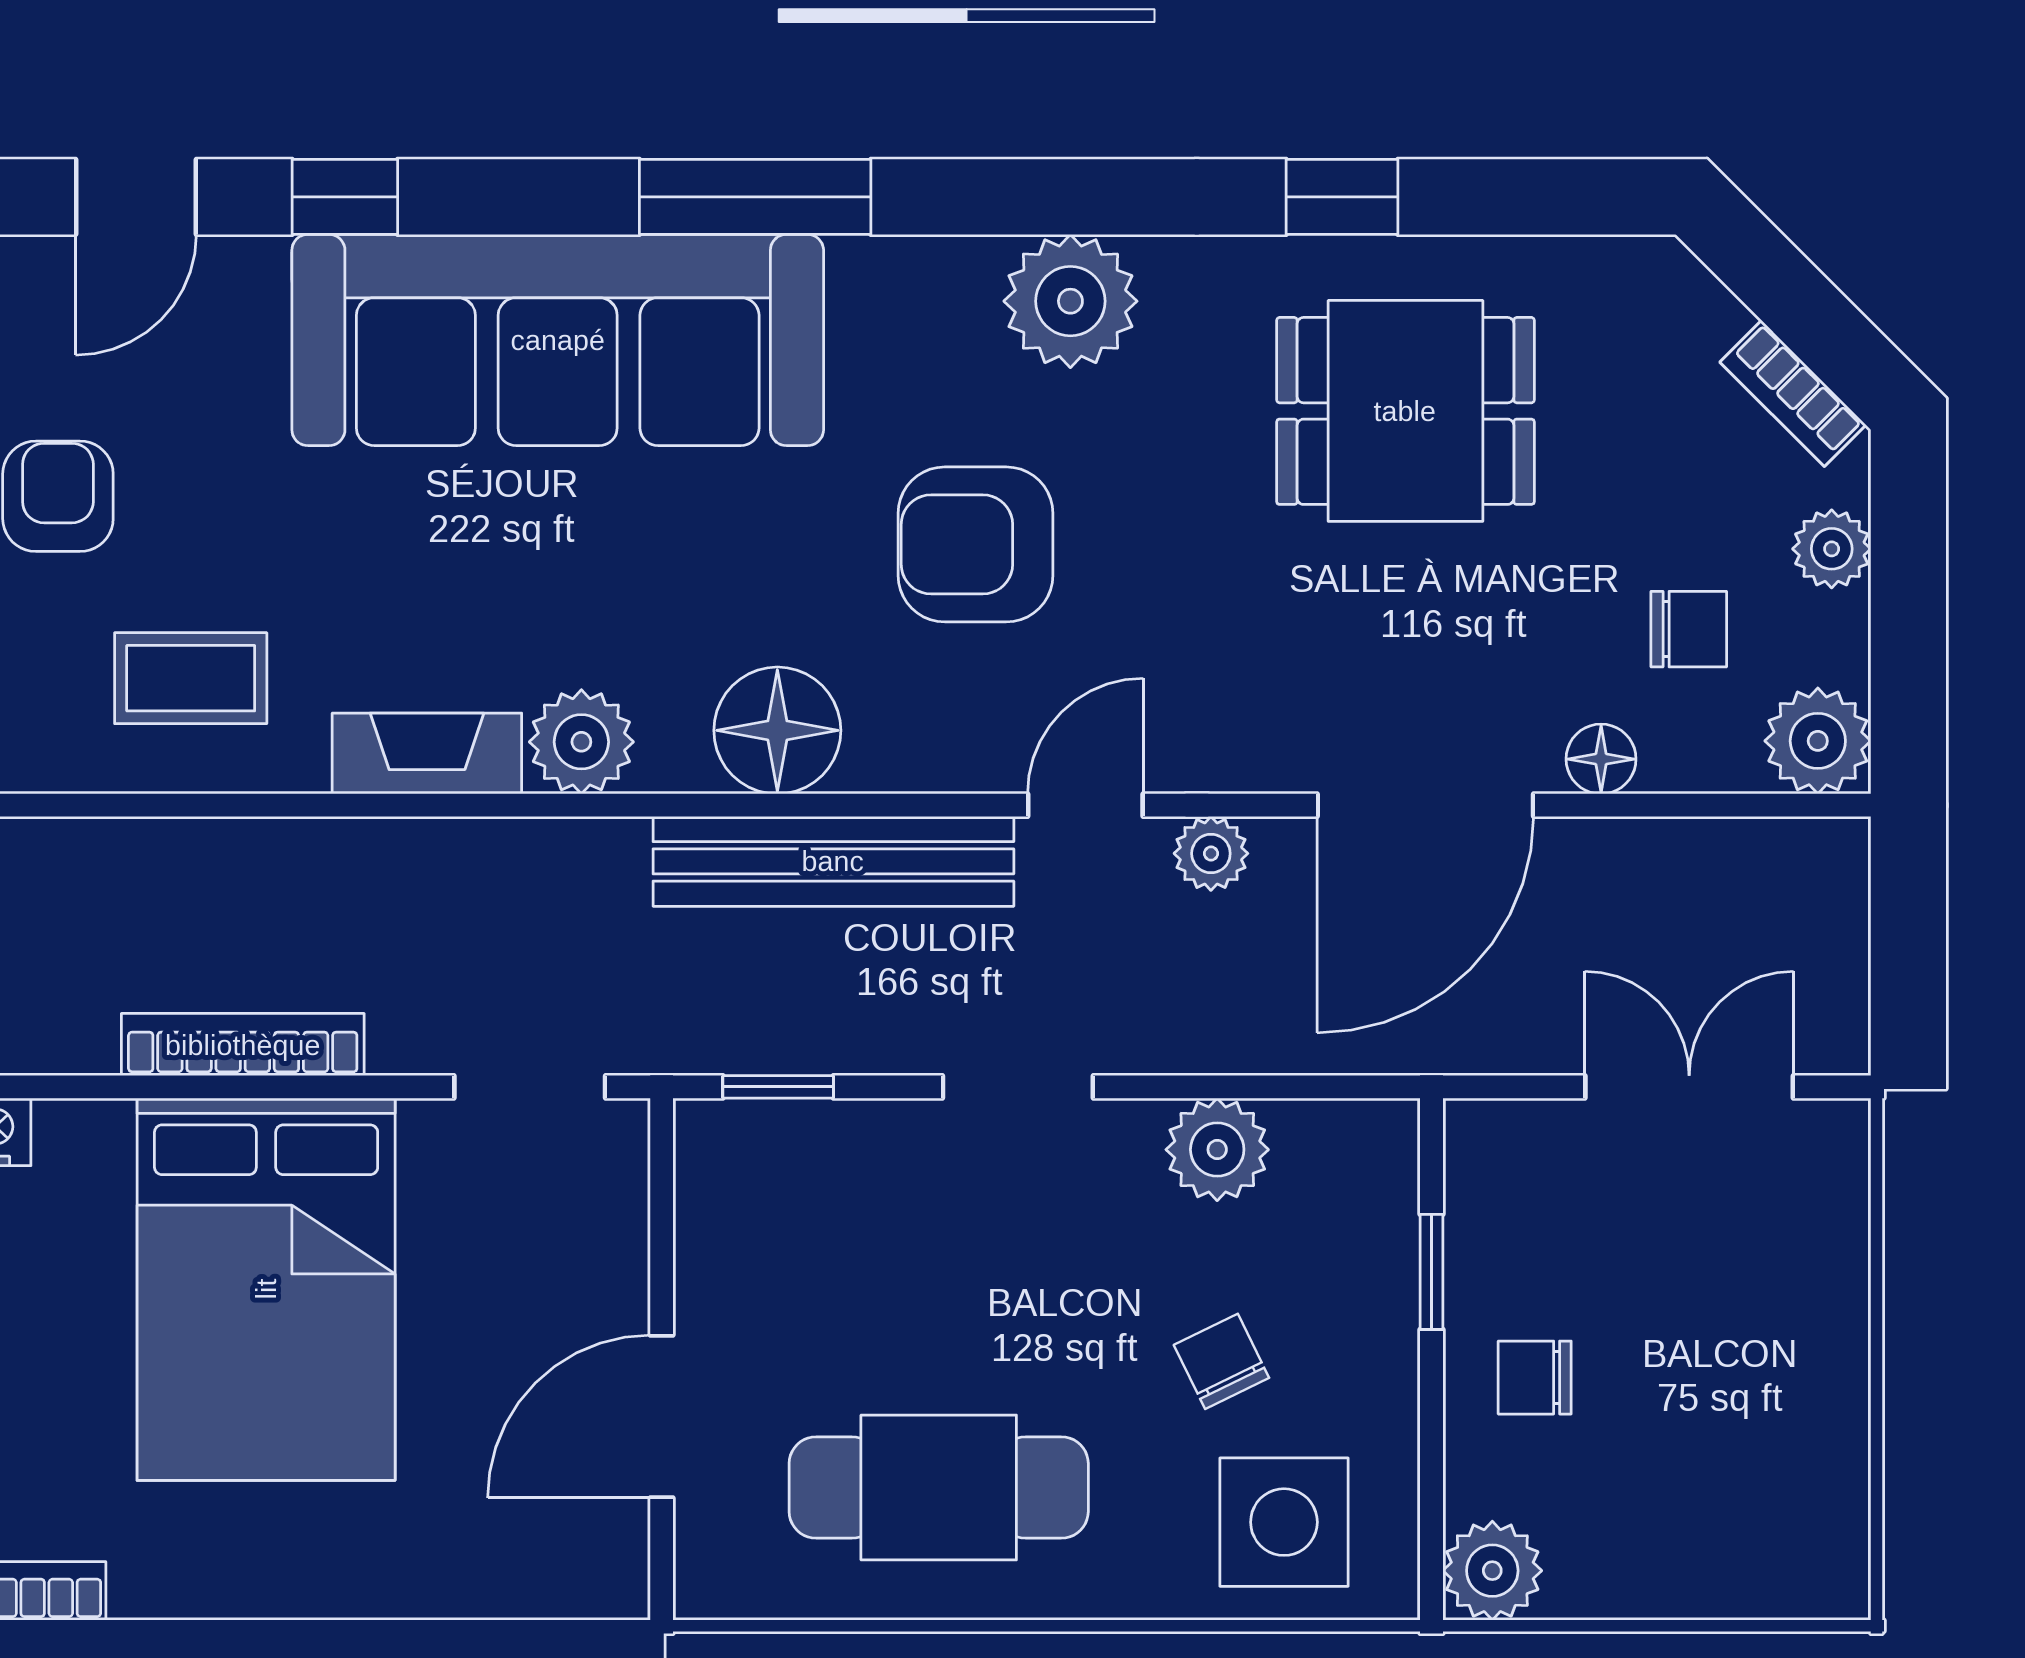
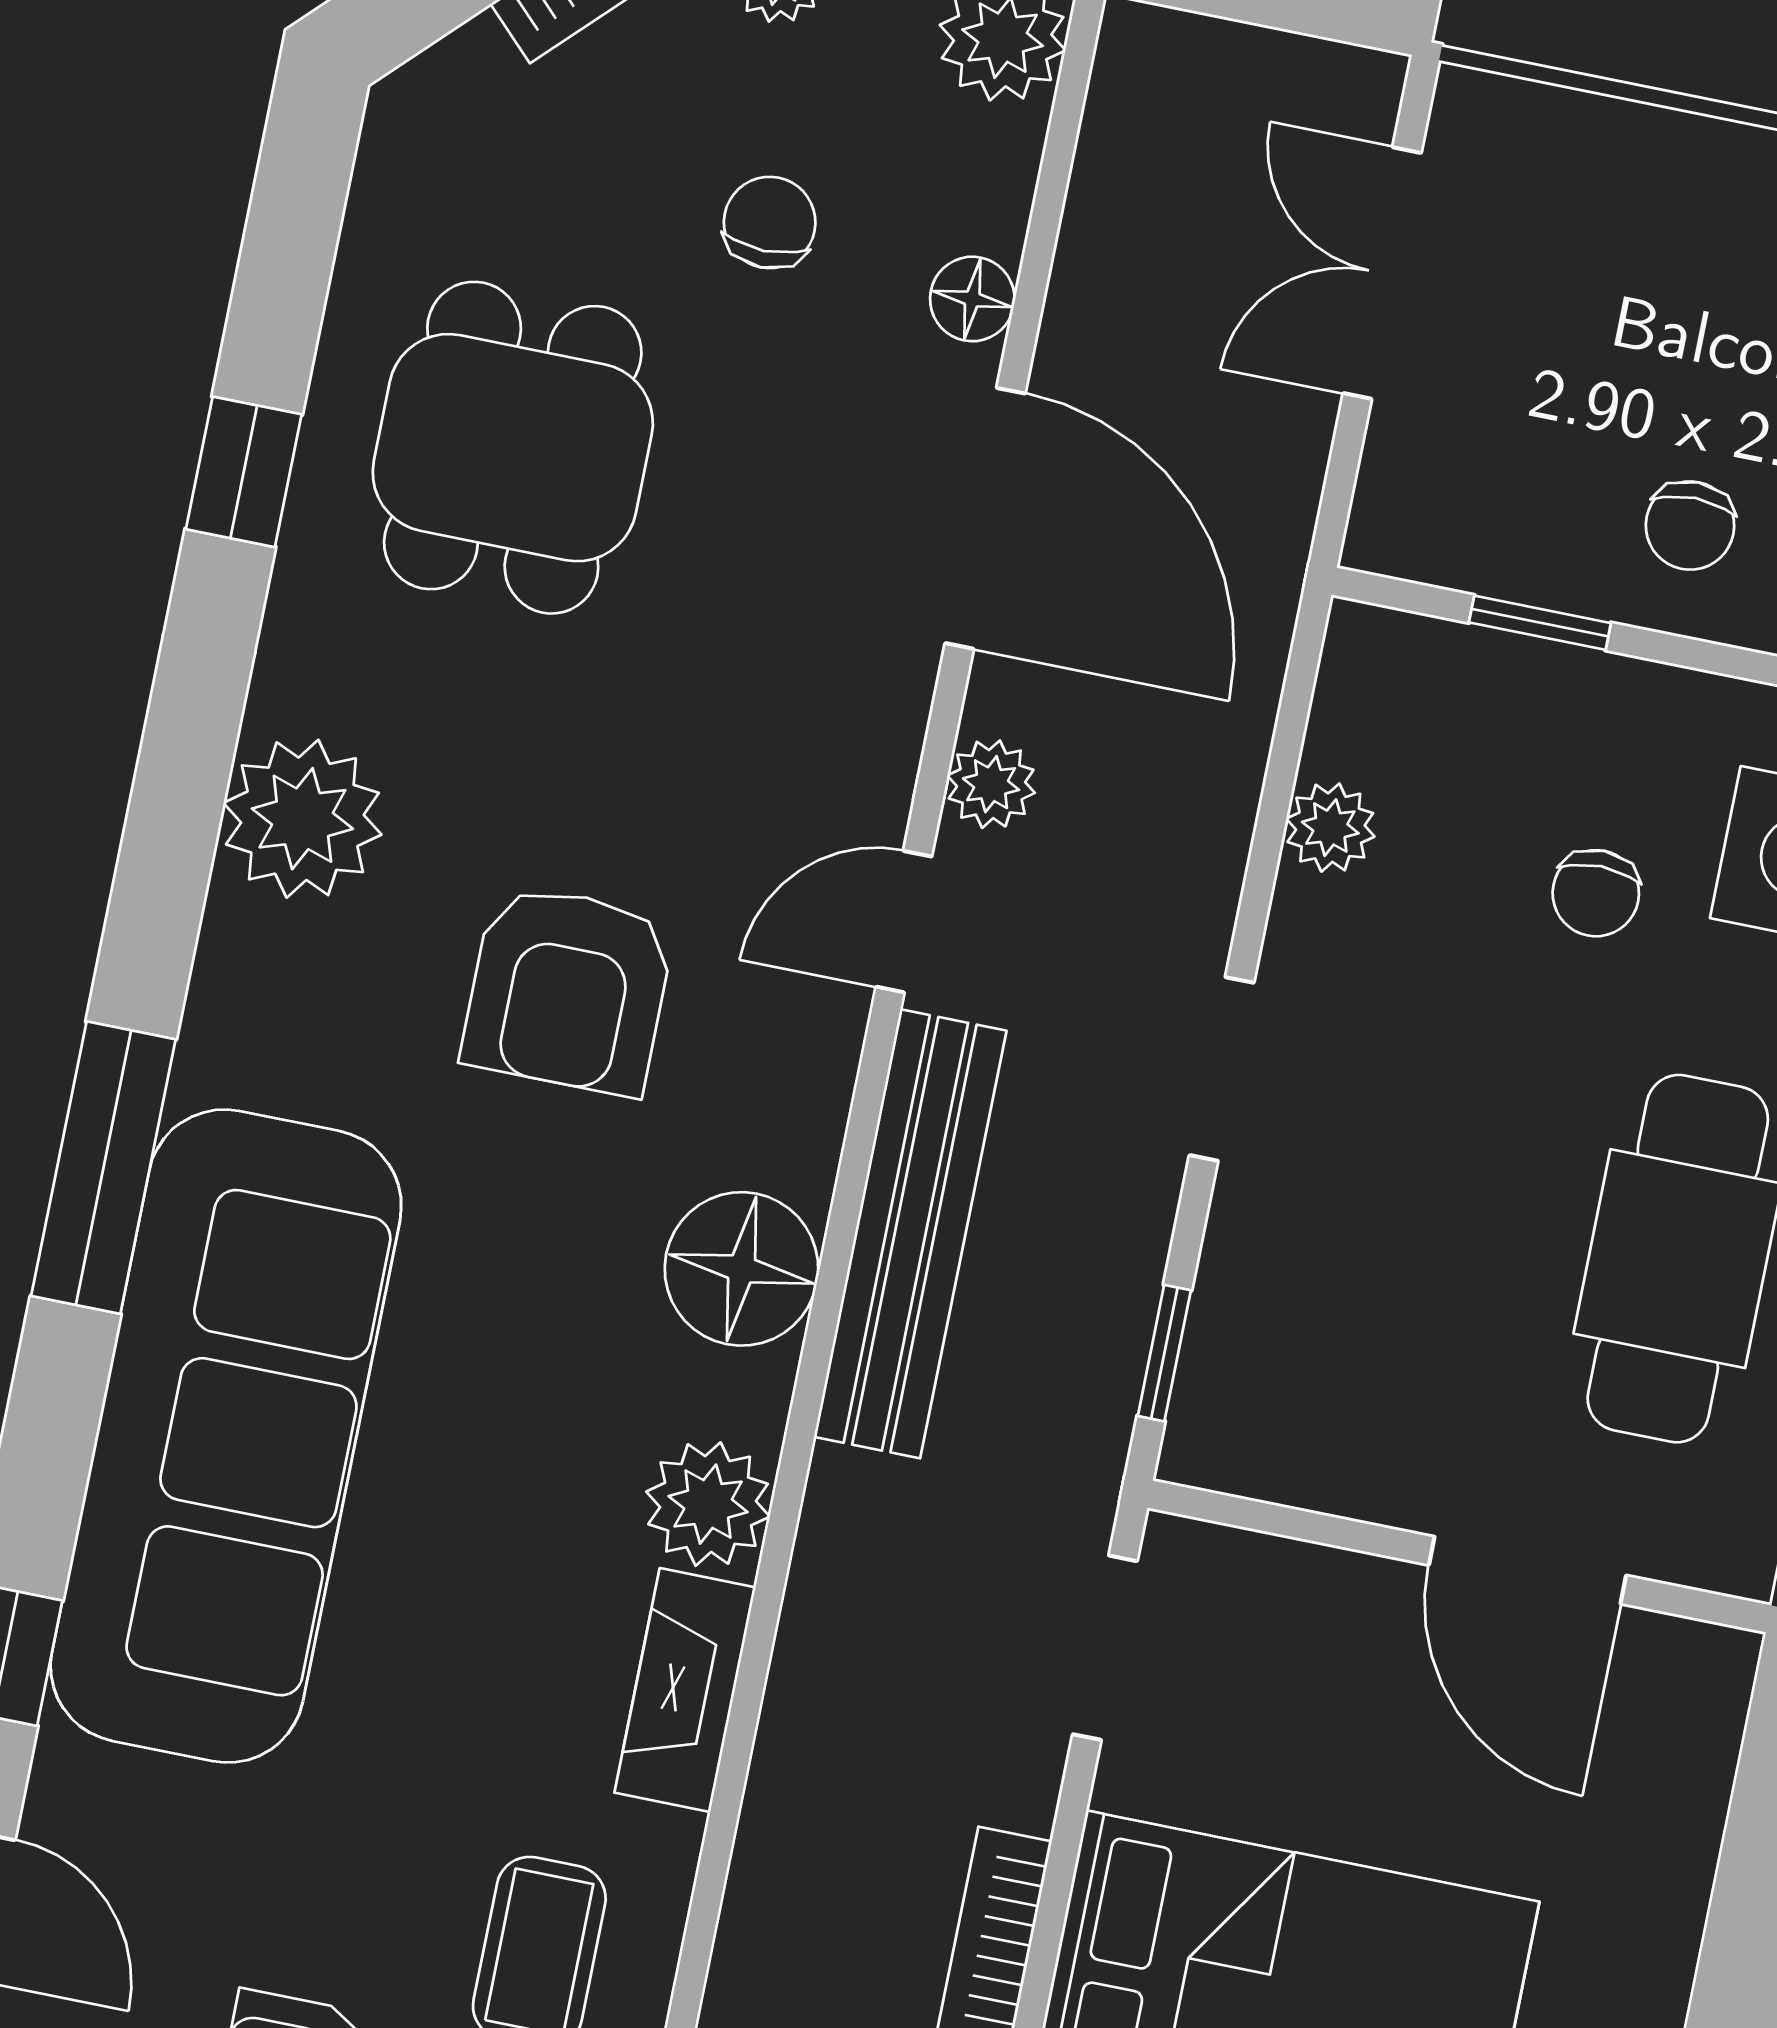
chair: (1689, 629) -> (770, 222), moved
door: (1085, 805) -> (904, 922), hinge flipped
plant: (1217, 1150) -> (1330, 828), width x0.73, depth x0.73
chair: (1221, 1361) -> (1596, 893), turned -64

